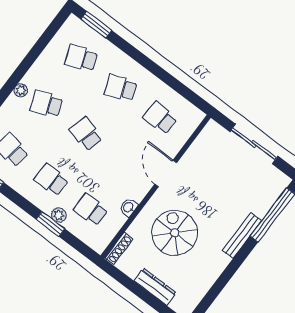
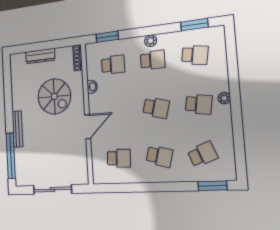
school desk: (121, 88) -> (159, 156), turned 36
school desk: (46, 104) -> (199, 104), turned 30
door: (166, 173) -> (88, 127), hinge flipped
plant: (59, 215) -> (151, 41), moved
window: (51, 224) -> (107, 37), moved

